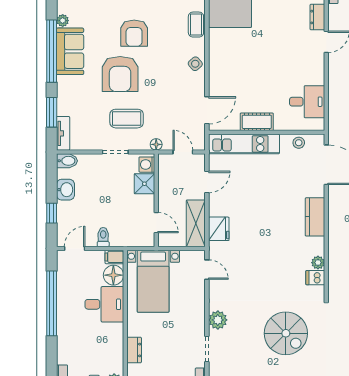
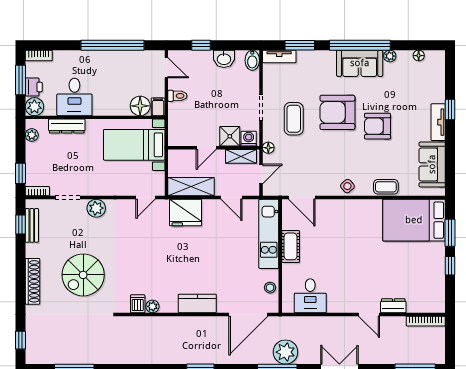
shelving: (165, 172) -> (241, 156), added
door: (156, 223) -> (206, 148), moved
fridge: (219, 229) -> (186, 213), width x1.36, depth x1.34
desk: (104, 304) -> (74, 97), moved
dresser: (134, 350) -> (67, 126), width x1.44

